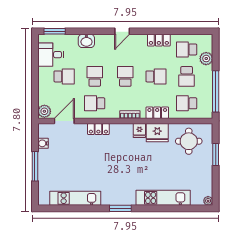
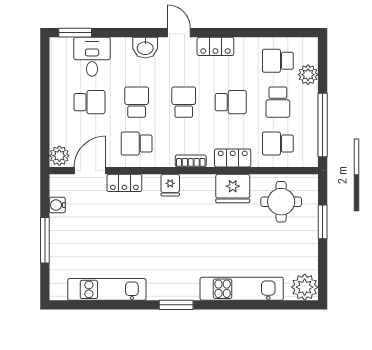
door: (122, 31) -> (179, 33), swing flipped
locker: (159, 40) -> (215, 46), moved
washbasin: (86, 41) -> (145, 48), moved
desk: (51, 55) -> (92, 57), moved, turned 90
locker: (98, 129) -> (124, 183), moved
fridge: (139, 130) -> (170, 185), moved
plant: (208, 201) -> (305, 287), width x1.87, depth x1.87

